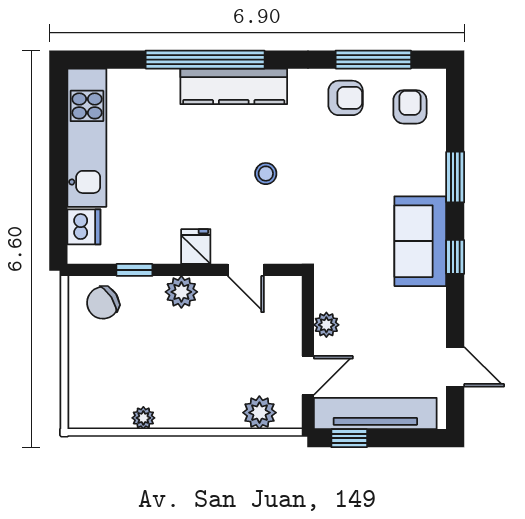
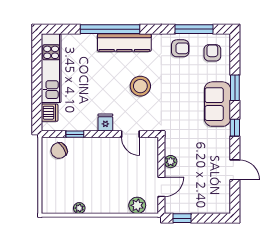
stool: (266, 174) -> (140, 86), width x1.89, depth x1.89
sofa: (420, 241) -> (217, 104), moved
plant: (181, 292) -> (98, 145), removed
door: (455, 367) -> (235, 170), moved
tv unit: (375, 414) -> (195, 206), removed

